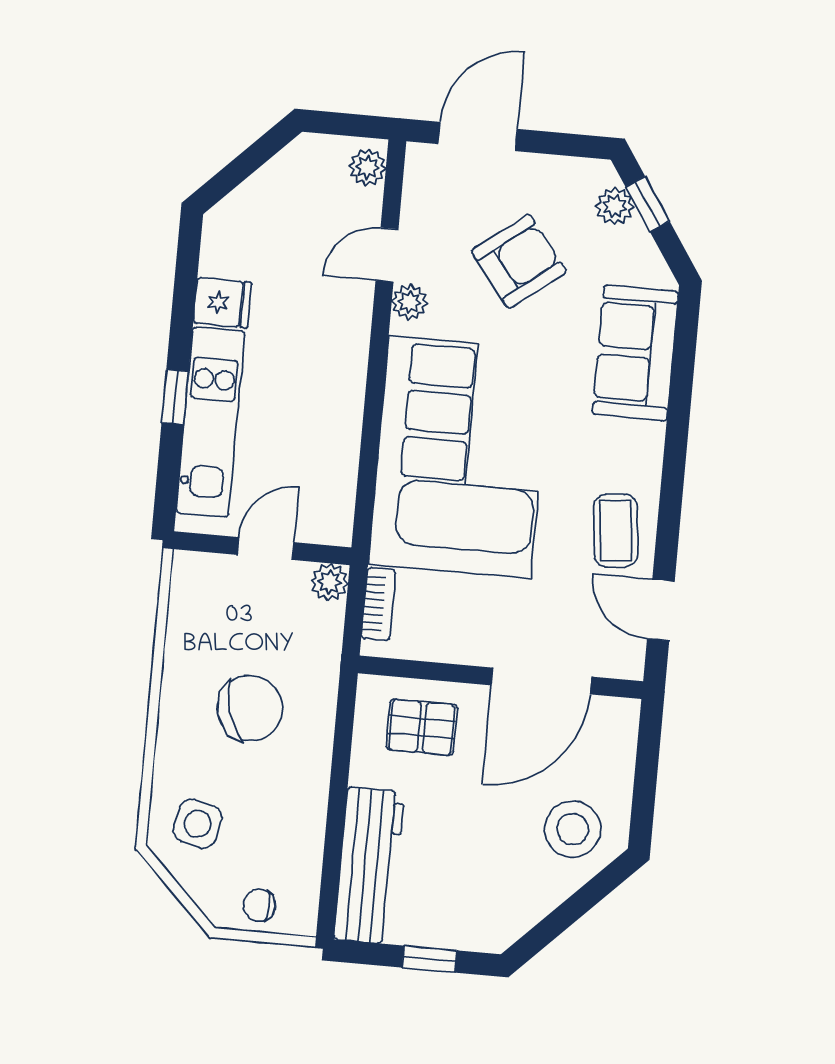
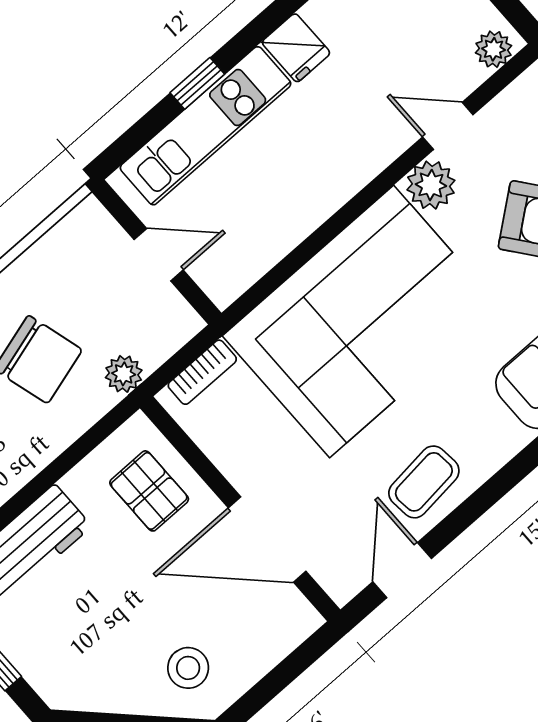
plant: (410, 302) -> (431, 185), width x1.38, depth x1.38
plant: (329, 582) -> (124, 374), moved
stool: (573, 829) -> (188, 668), width x0.73, depth x0.73

